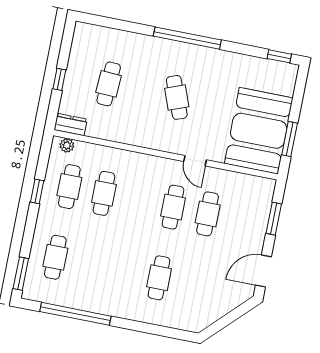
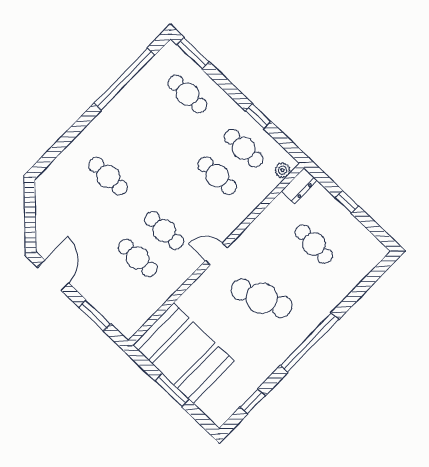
window: (279, 56) -> (253, 401), moved
cafe table: (177, 97) -> (262, 298), width x1.37, depth x1.35
window: (290, 139) -> (172, 390), moved
door: (195, 161) -> (216, 254), moved

